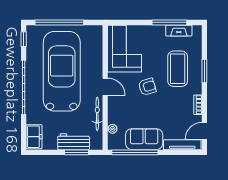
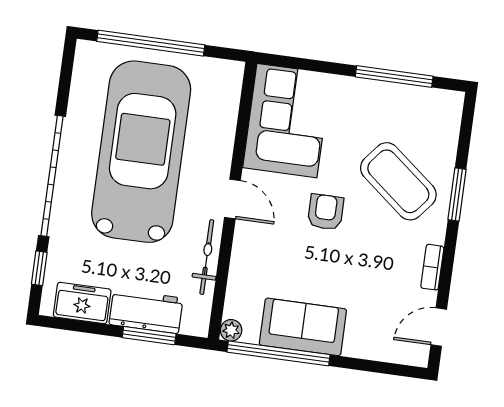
fireplace: (179, 31) -> (413, 97), removed
window: (24, 39) -> (39, 268), moved
coffee table: (178, 69) -> (398, 181), turned -51
armchair: (147, 87) -> (326, 212), turned -73
plant: (112, 129) -> (231, 330), moved
freezer: (34, 137) -> (82, 303), moved, turned -90
tv unit: (182, 145) -> (385, 351), removed

